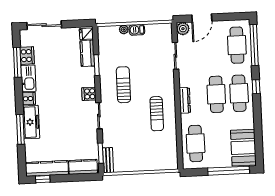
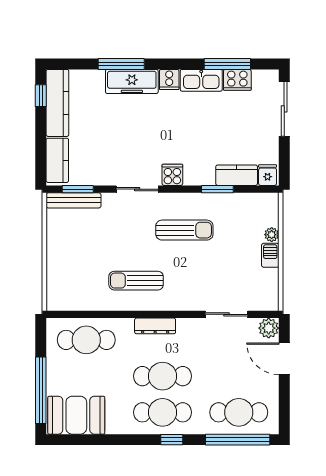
bench: (108, 160) -> (74, 200), width x1.36

